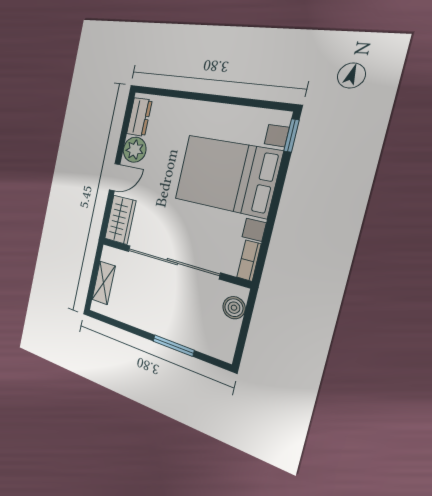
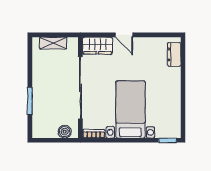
dresser: (139, 117) -> (174, 54), moved, turned 90
plant: (135, 150) -> (144, 45), removed
bed with nightstands: (227, 176) -> (130, 110), width x0.73

